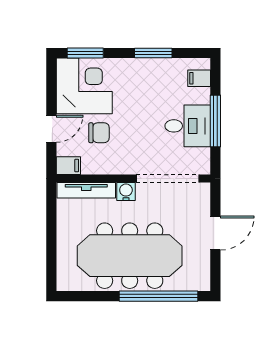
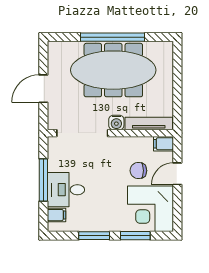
window: (85, 53) -> (135, 236), moved
desk: (188, 126) -> (66, 190), moved
window: (159, 296) -> (112, 37), moved

